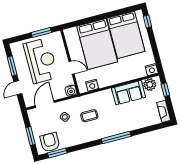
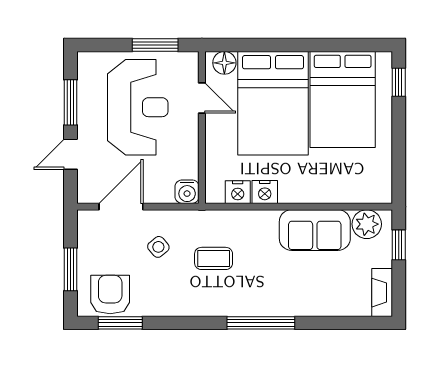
floor lamp: (72, 32) -> (224, 63), added
door: (71, 68) -> (202, 98), moved
nightstand: (152, 70) -> (265, 192), moved

